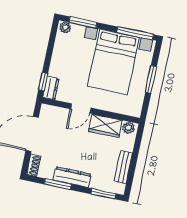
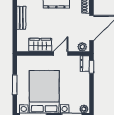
plant: (128, 128) -> (82, 47), moved

